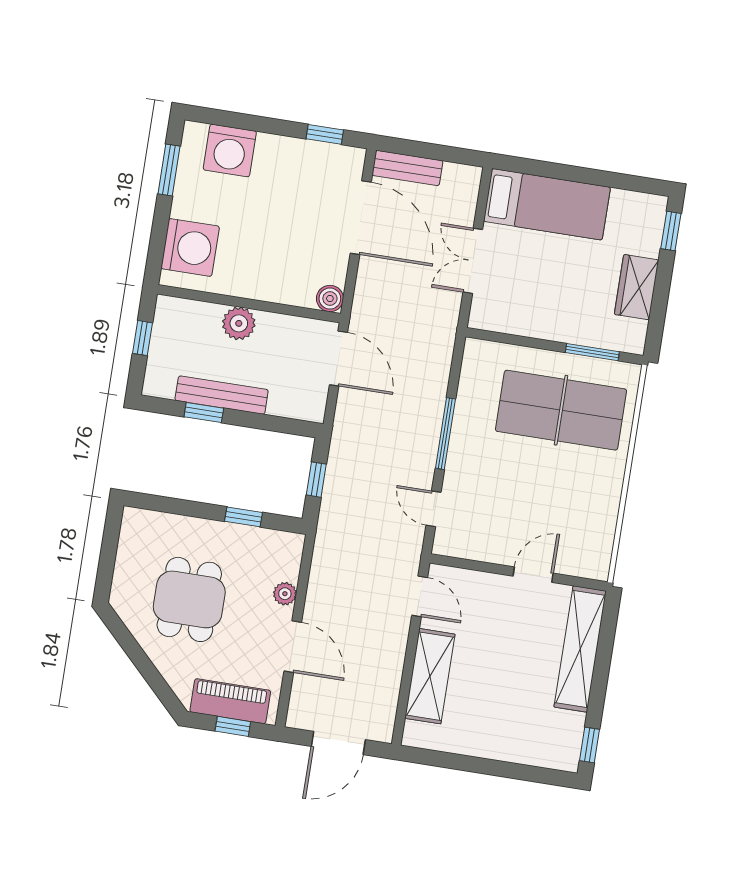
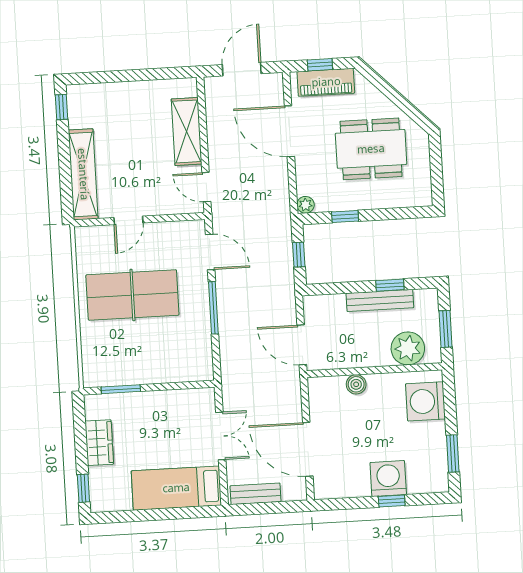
window: (325, 134) -> (392, 501), moved
washing machine: (230, 150) -> (388, 478), moved
bench: (407, 168) -> (255, 494), moved
boiler: (330, 299) -> (356, 384), moved
plant: (239, 323) -> (408, 348), moved, width x1.36, depth x1.36
window: (142, 338) -> (446, 329), width x1.50
table tennis table: (561, 410) -> (132, 295), moved
door: (434, 509) -> (210, 252), width x1.38
plant: (285, 594) -> (306, 205), moved
dining table: (189, 599) -> (371, 149), width x1.38
door: (293, 647) -> (289, 131), width x1.36

